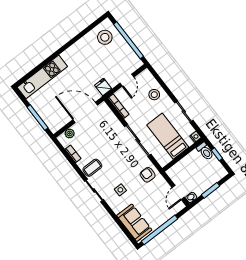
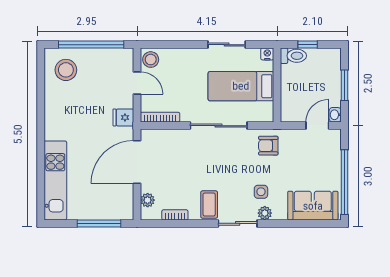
stool: (154, 95) -> (151, 60), moved
door: (178, 192) -> (317, 126), swing flipped
plant: (111, 200) -> (265, 213), added

